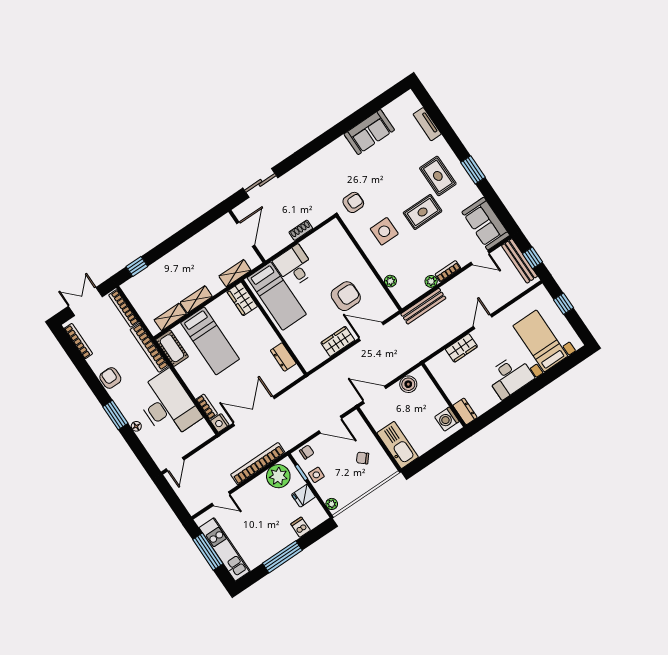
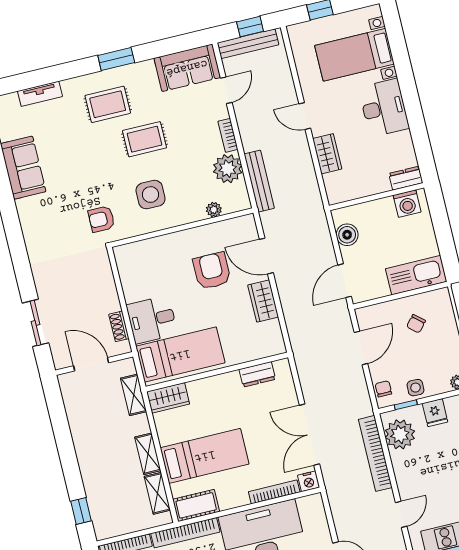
armchair: (353, 202) -> (101, 219), turned -90
rug: (423, 212) -> (145, 139), turned 90
shoe rack: (301, 230) -> (119, 326), moved
plant: (431, 281) -> (228, 169), width x1.88, depth x1.88
door: (371, 332) -> (266, 256), hinge flipped
bookcase: (207, 407) -> (274, 492), width x1.56

